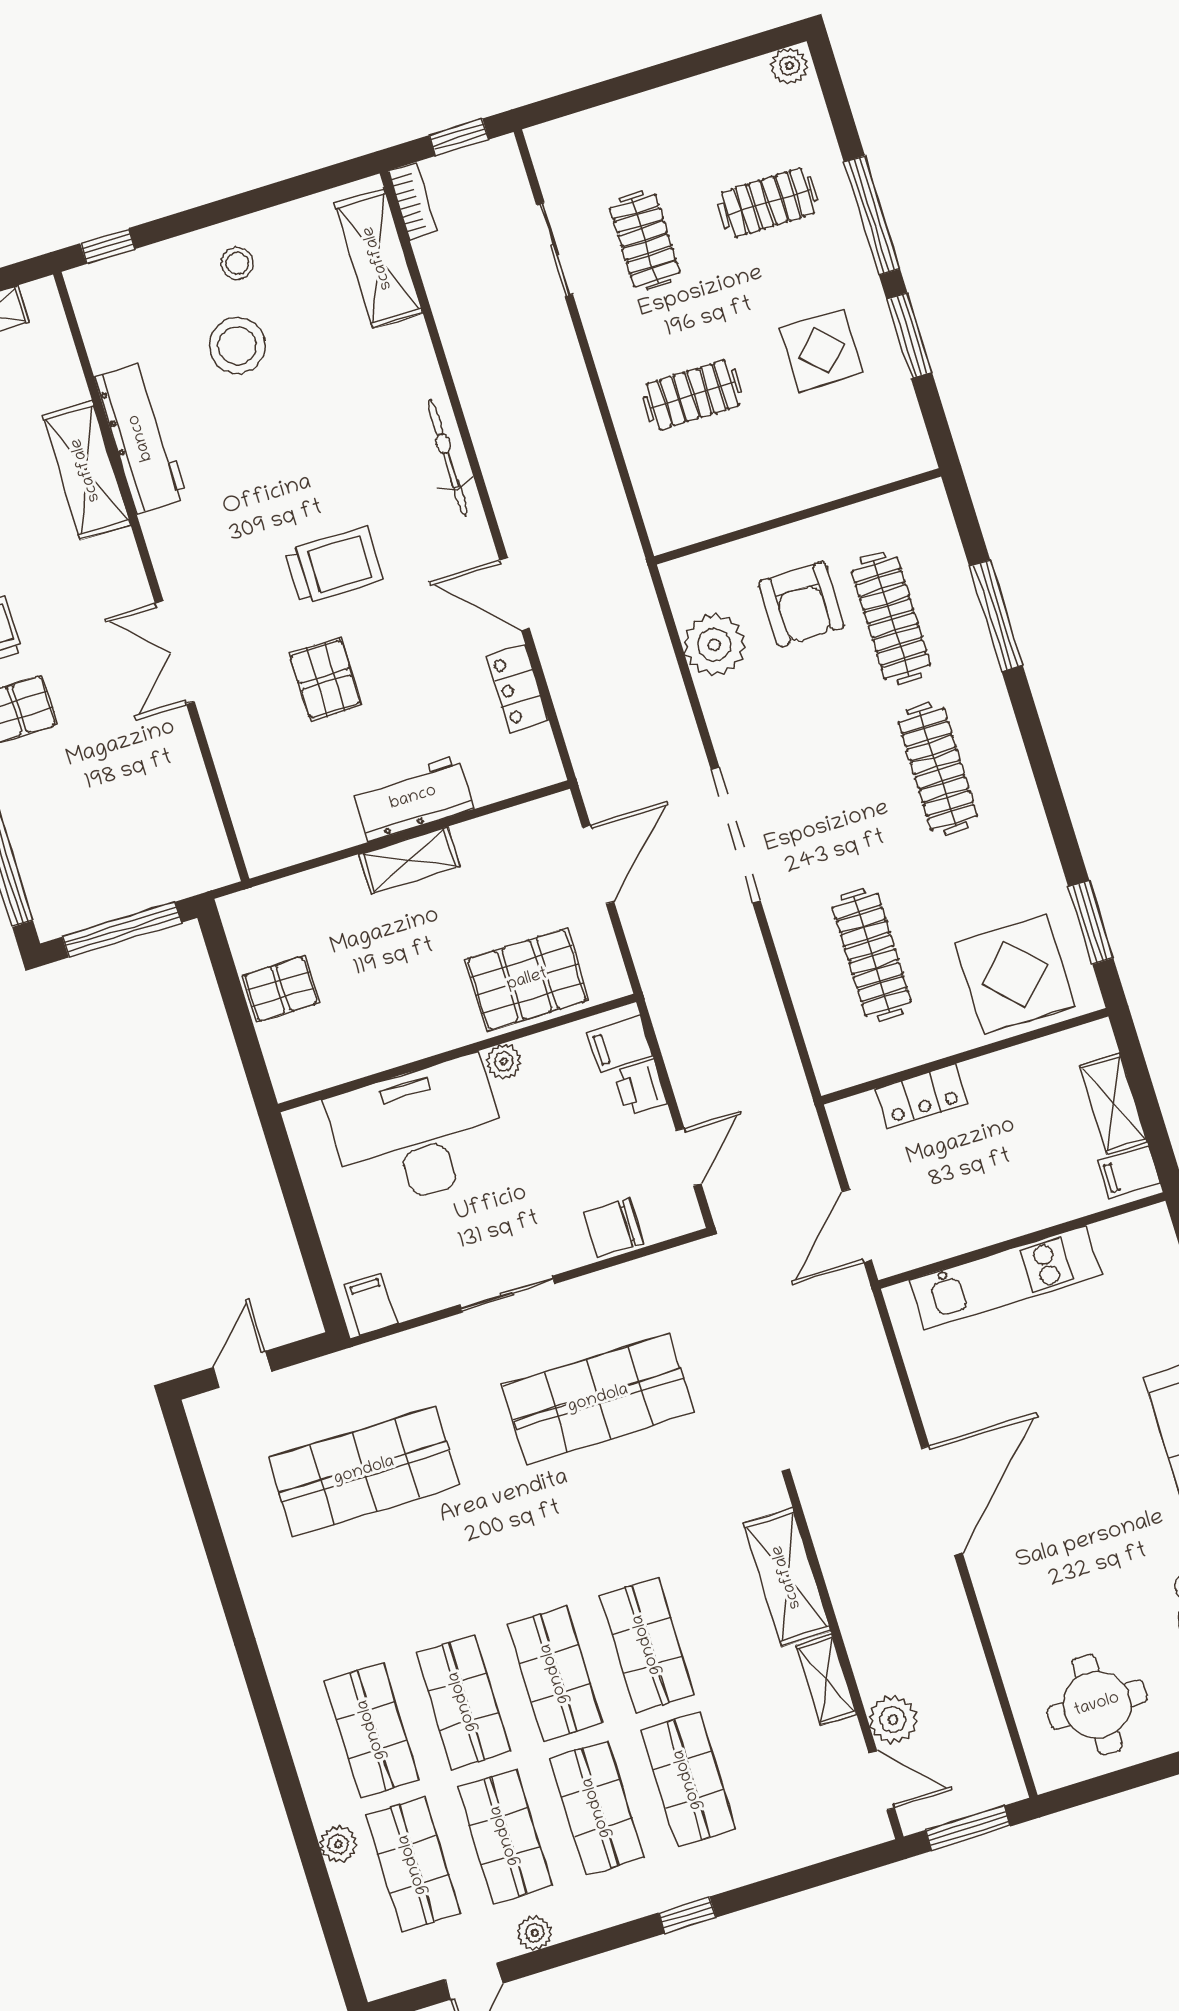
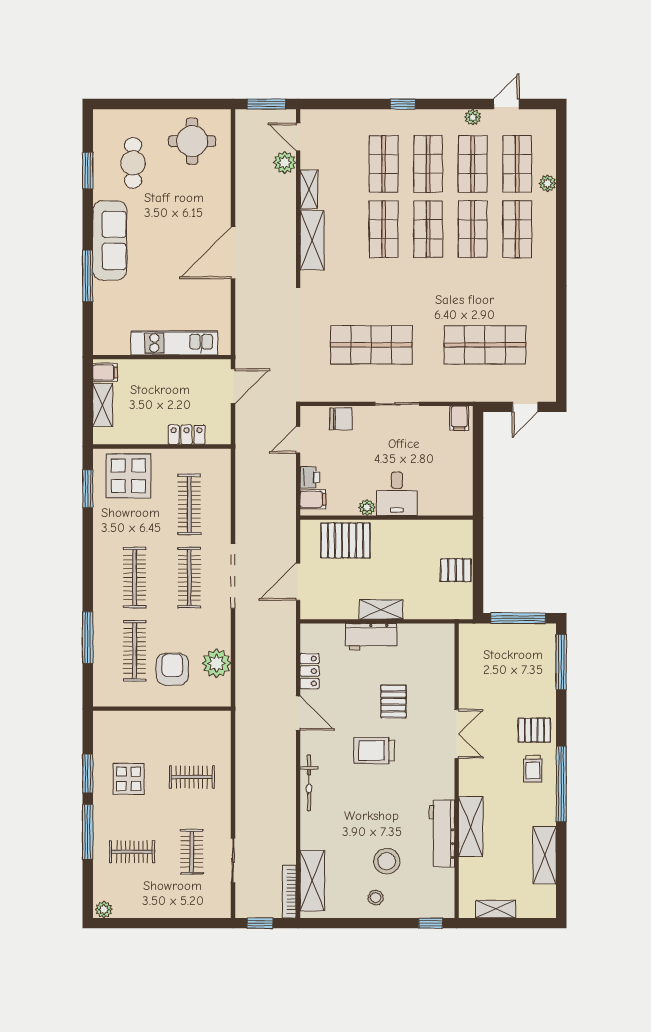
bookcase: (413, 201) -> (289, 892), width x1.56
clothes rail: (825, 804) -> (189, 578), added
desk: (418, 1134) -> (397, 494), width x0.53, depth x0.77

